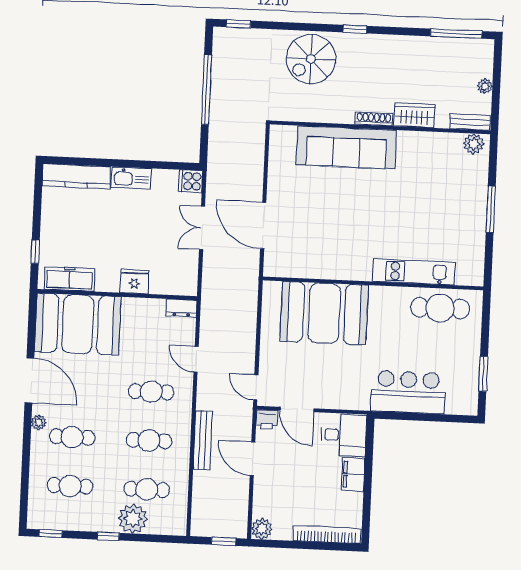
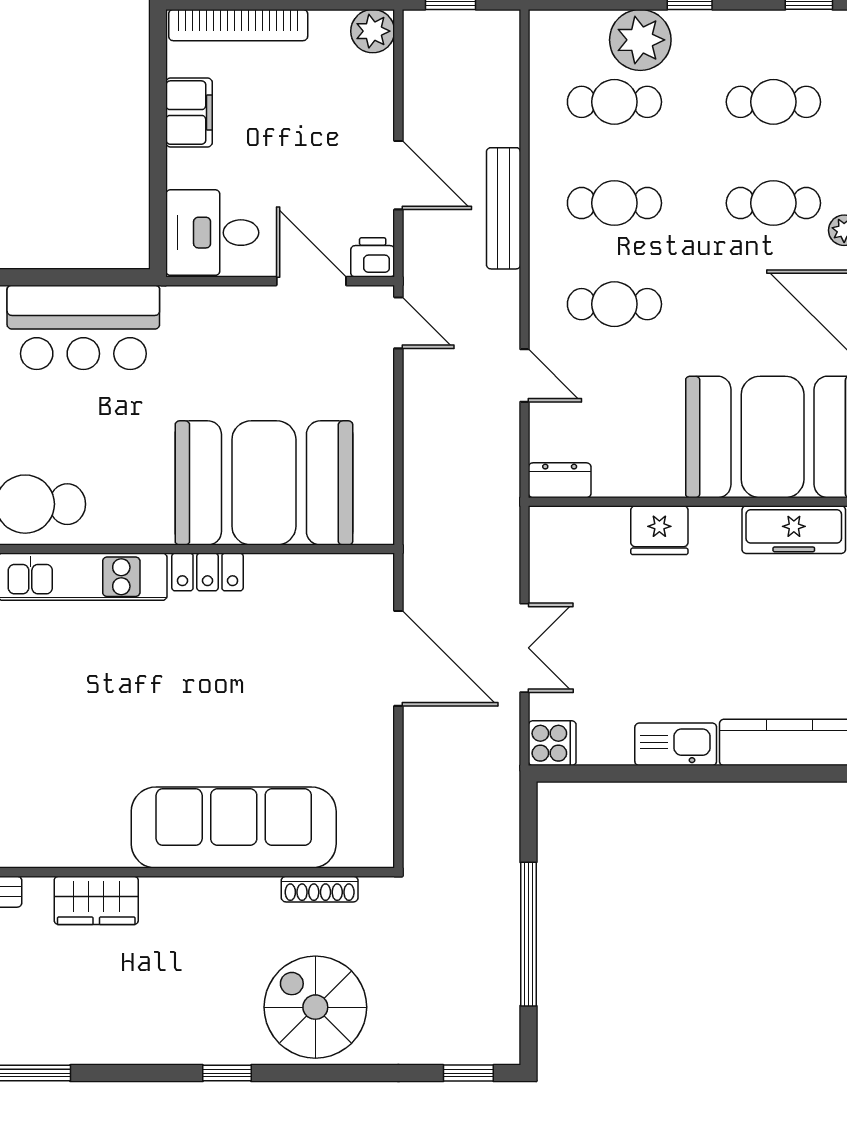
spiral stairs: (311, 59) -> (315, 1007), turned -90
shoe rack: (374, 119) -> (320, 889), moved
locker: (353, 271) -> (207, 572), added
filing cabinet: (353, 475) -> (189, 113), moved

